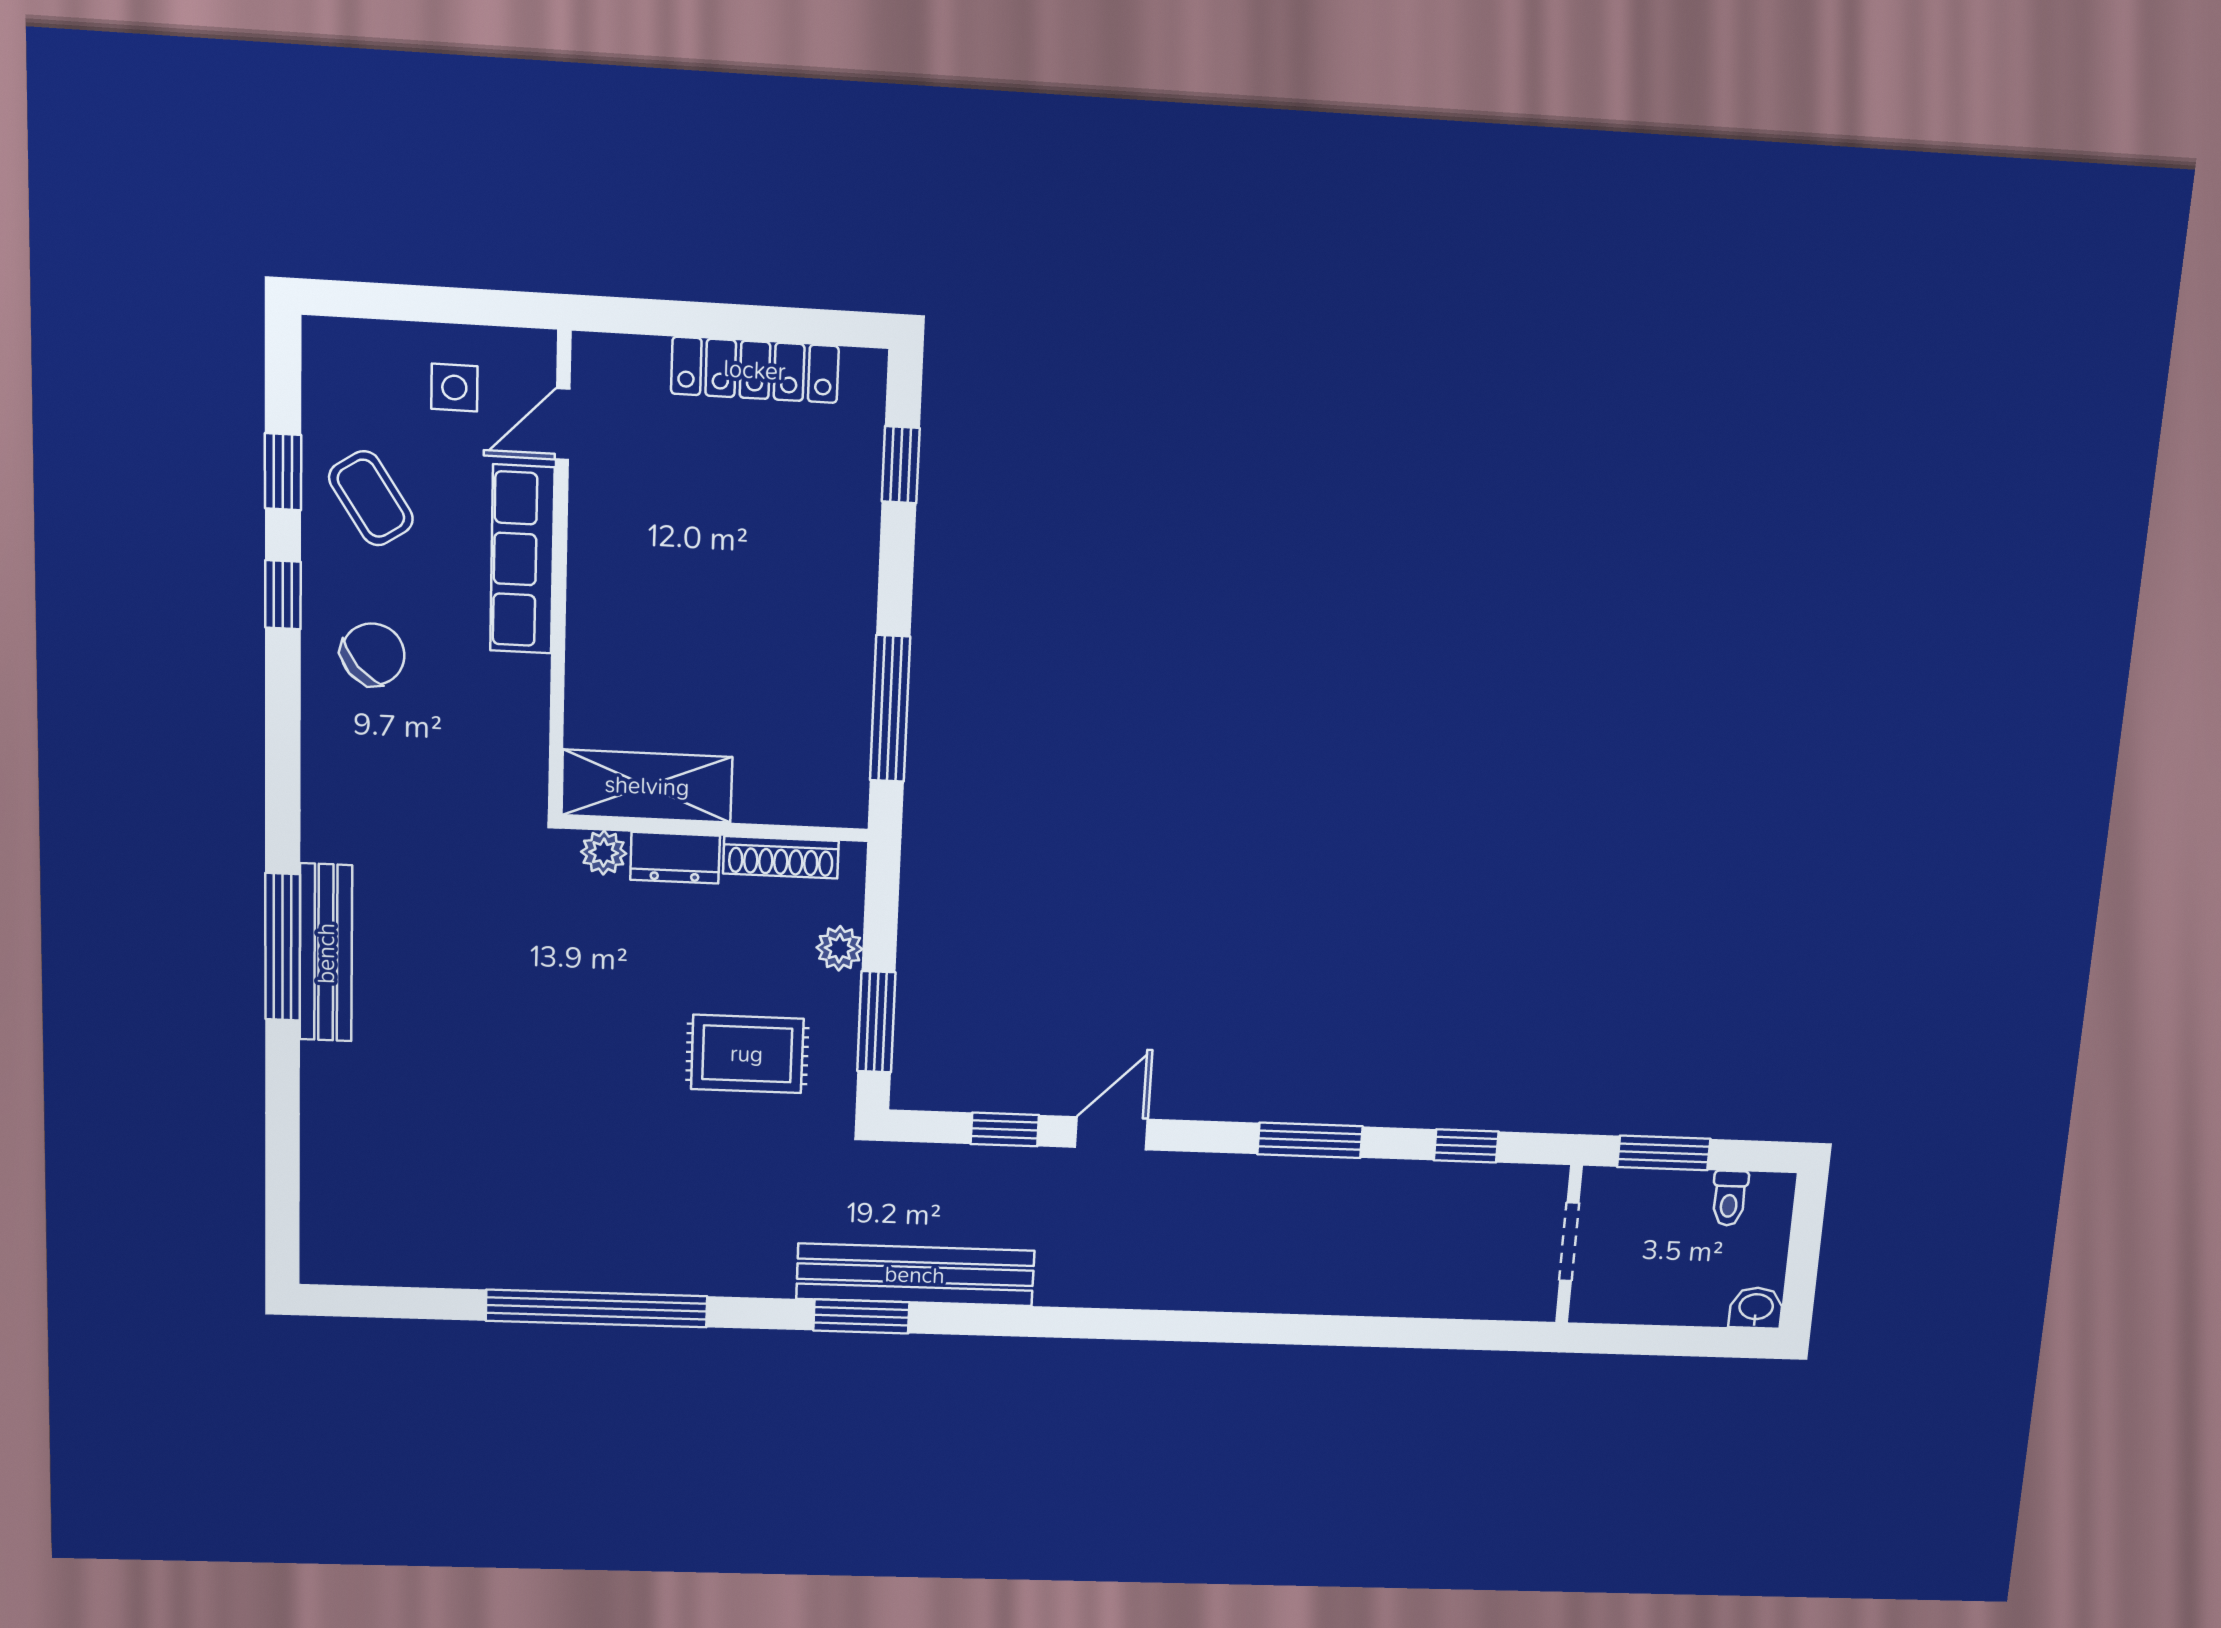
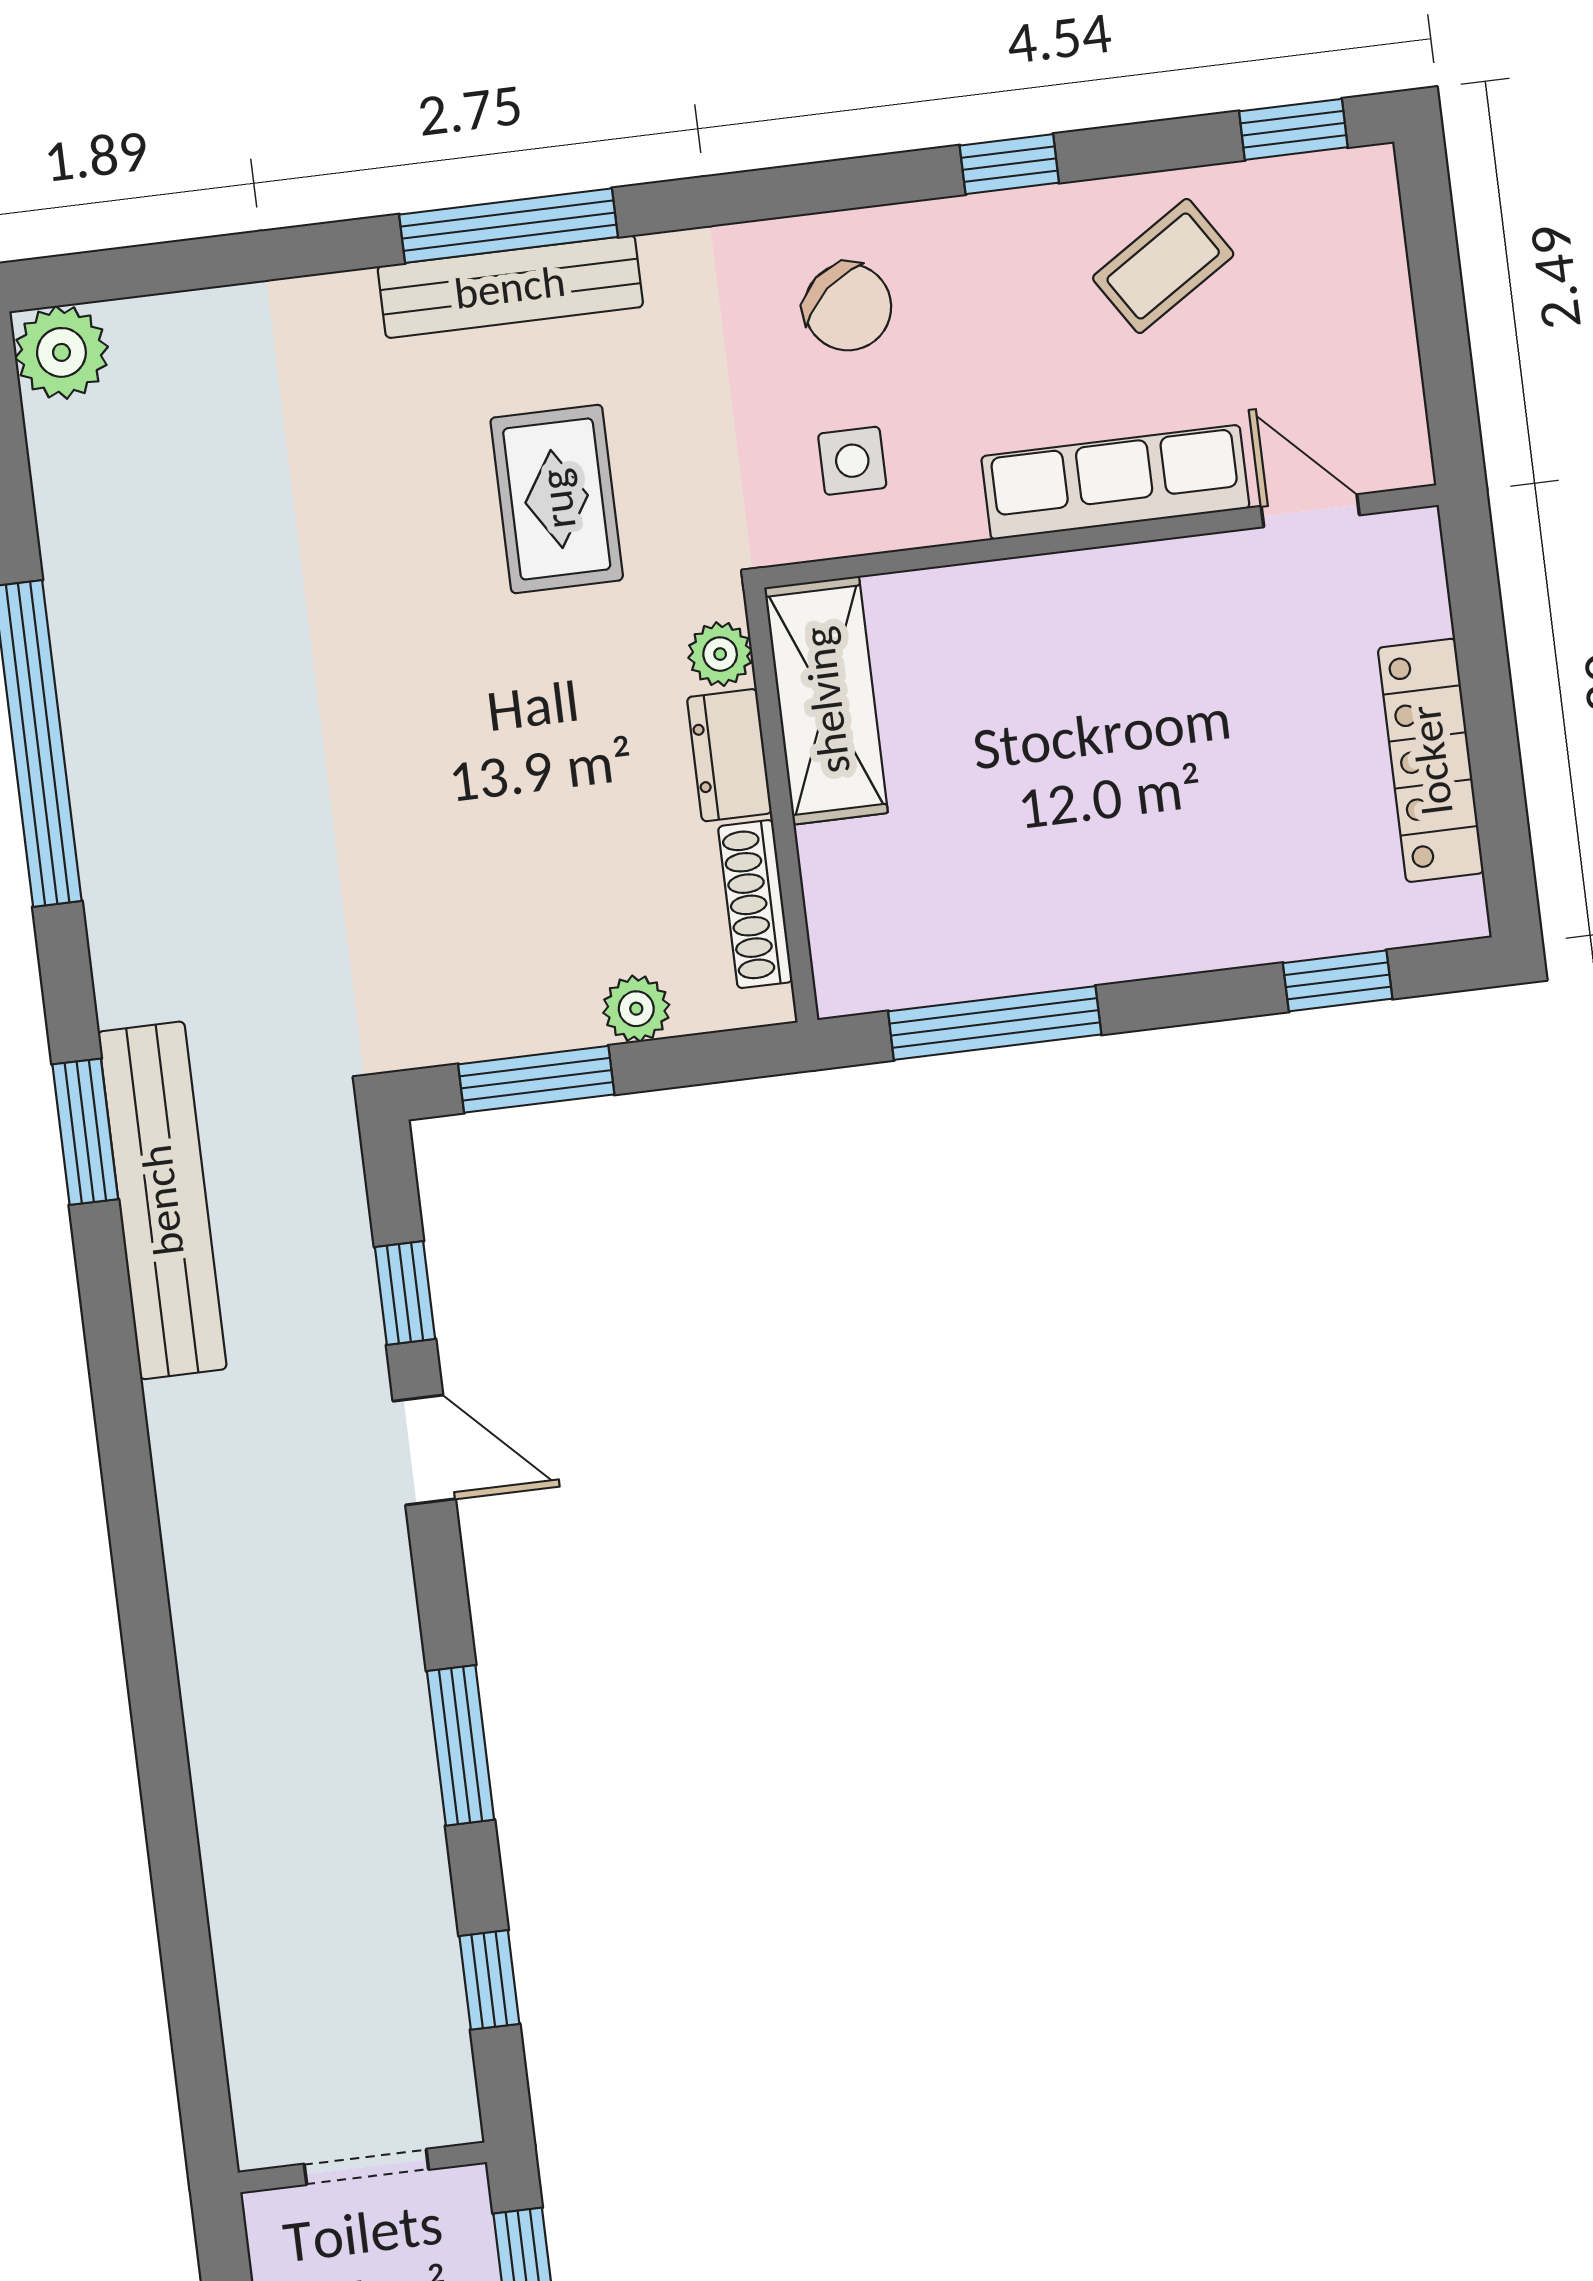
side table: (454, 388) -> (852, 461), moved
window: (283, 472) -> (1293, 129), moved
chair: (373, 654) -> (848, 307), moved
rug: (747, 1054) -> (557, 499), moved
plant: (332, 1254) -> (61, 352), added

